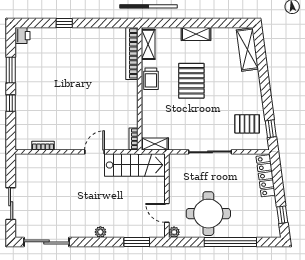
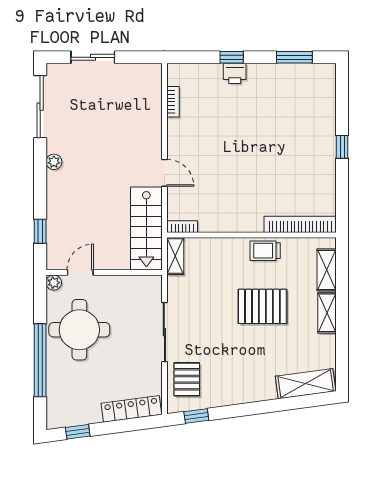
window: (64, 23) -> (342, 147), moved
printer: (22, 36) -> (235, 73), moved
shelving: (148, 44) -> (327, 270), moved, turned 90
window: (11, 70) -> (294, 57), moved
pallet: (247, 124) -> (187, 379), moved
plant: (100, 232) -> (54, 162), moved
window: (137, 242) -> (40, 231), width x0.67

